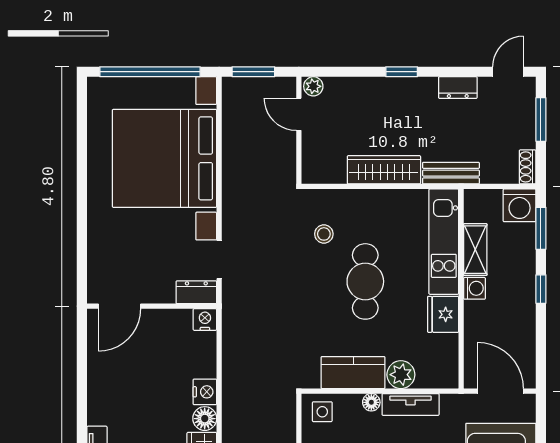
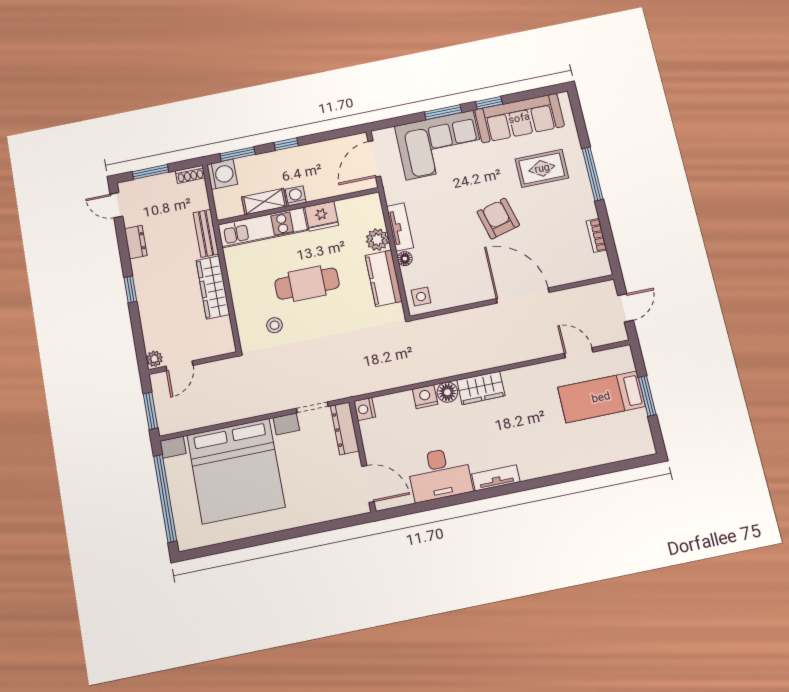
dresser: (196, 292) -> (345, 428), width x1.44
desk: (114, 390) -> (440, 474), added

